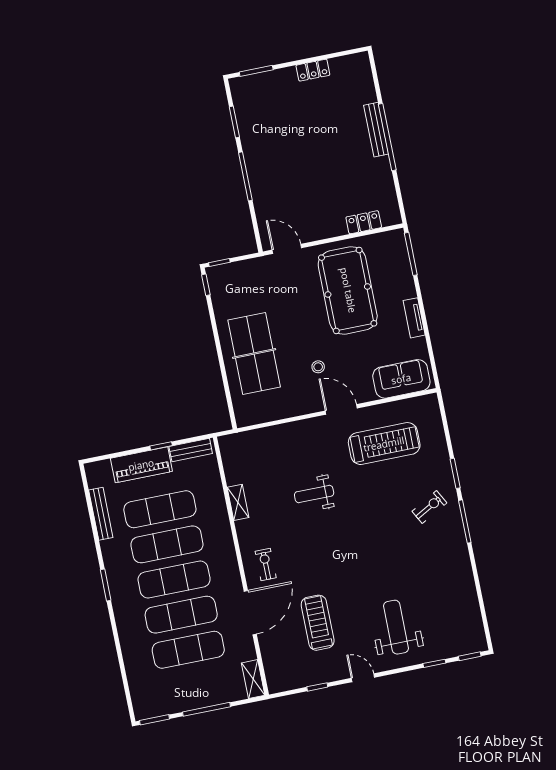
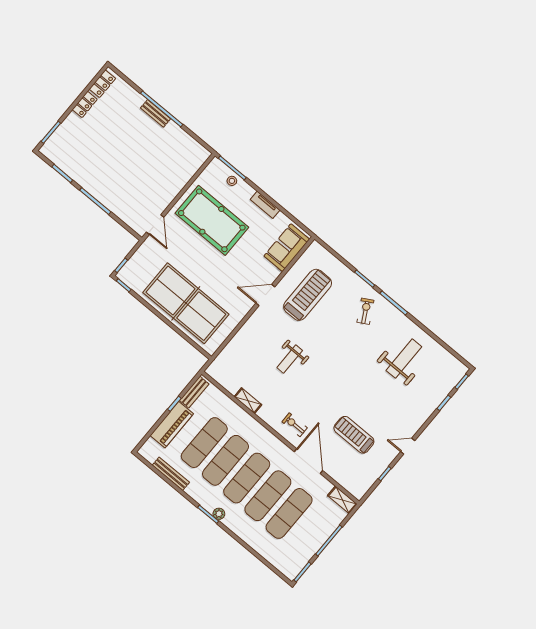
bench: (376, 130) -> (156, 113), width x0.73
locker: (364, 222) -> (102, 84), moved, turned 180
door: (287, 249) -> (155, 225), swing flipped
table tennis table: (254, 353) -> (186, 303), width x1.36, depth x1.32
stool: (318, 367) -> (232, 181), moved
plant: (117, 593) -> (219, 514), added
weight bench: (396, 627) -> (404, 359), moved, turned 90

